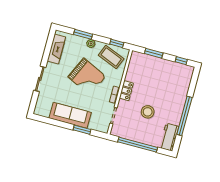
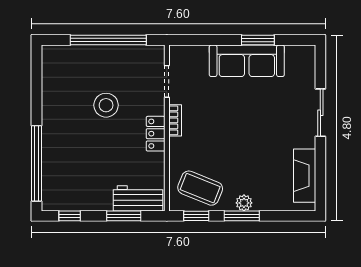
window: (83, 34) -> (242, 216), moved
grand piano: (87, 77) -> (235, 140), removed
window: (184, 116) -> (36, 163), moved
window: (82, 130) -> (258, 40), moved
workbench: (169, 137) -> (138, 198), moved, turned -90

